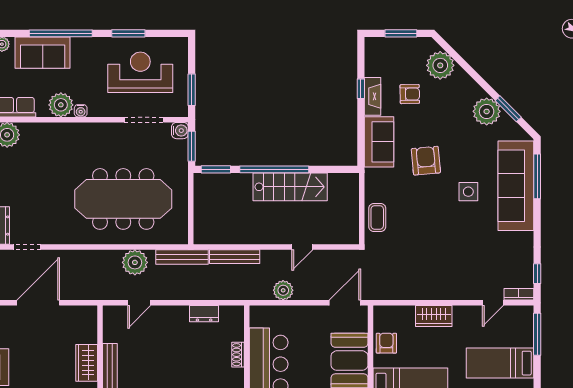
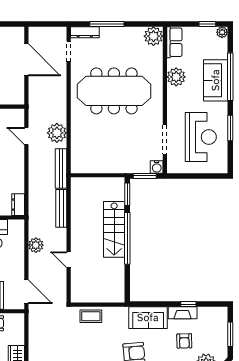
sofa: (43, 53) -> (216, 80), moved
window: (192, 90) -> (188, 176), removed
water cooler: (81, 111) -> (172, 92), removed
stairs: (290, 187) -> (114, 229), moved
meeting table: (123, 199) -> (114, 91), moved, turned 90
dresser: (204, 314) -> (18, 205), moved

